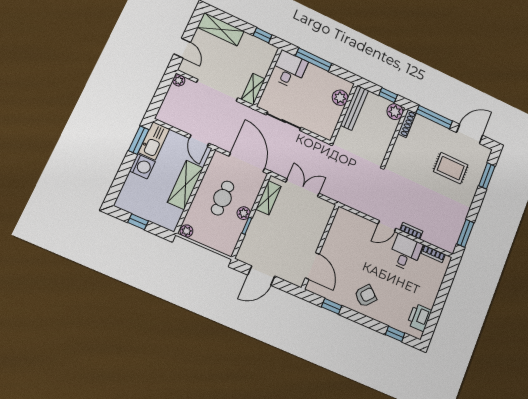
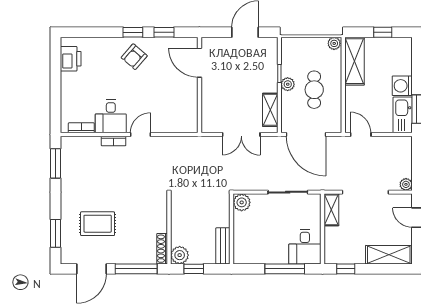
plant: (340, 98) -> (242, 202), moved
bench: (354, 108) -> (223, 246), width x0.73
shelving: (185, 185) -> (355, 61), moved
window: (395, 334) -> (133, 32), moved

